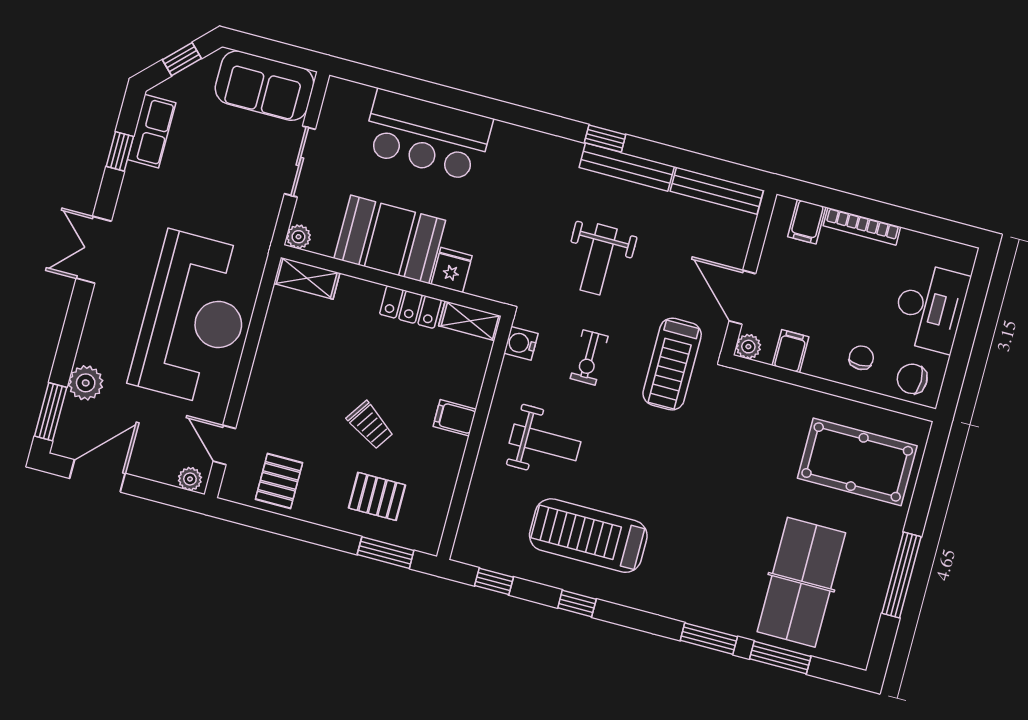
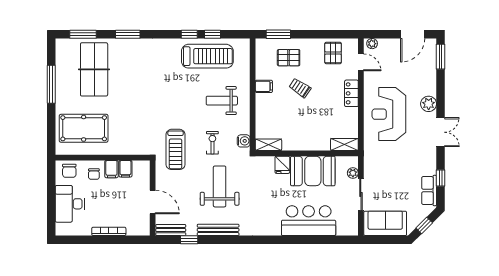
window: (605, 139) -> (189, 240), moved
bench: (717, 191) -> (171, 230), width x0.73
filing cabinet: (807, 222) -> (111, 169), moved, turned 180
plant: (299, 237) -> (353, 173), moved
weight bench: (599, 259) -> (220, 186), width x1.36, depth x1.33
door: (742, 297) -> (153, 202), moved
locker: (410, 307) -> (351, 93), moved, turned -90
reception desk: (194, 318) -> (389, 114), width x0.74, depth x0.77
plant: (748, 347) -> (144, 166), removed
treadmill: (672, 364) -> (176, 149), turned 180
chair: (912, 379) -> (69, 171), turned 90
plant: (86, 383) -> (429, 104), moved
filing cabinet: (455, 418) -> (264, 86), moved
treadmill: (588, 536) -> (207, 56), moved
window: (494, 581) -> (213, 34), moved
window: (780, 658) -> (83, 34), moved

